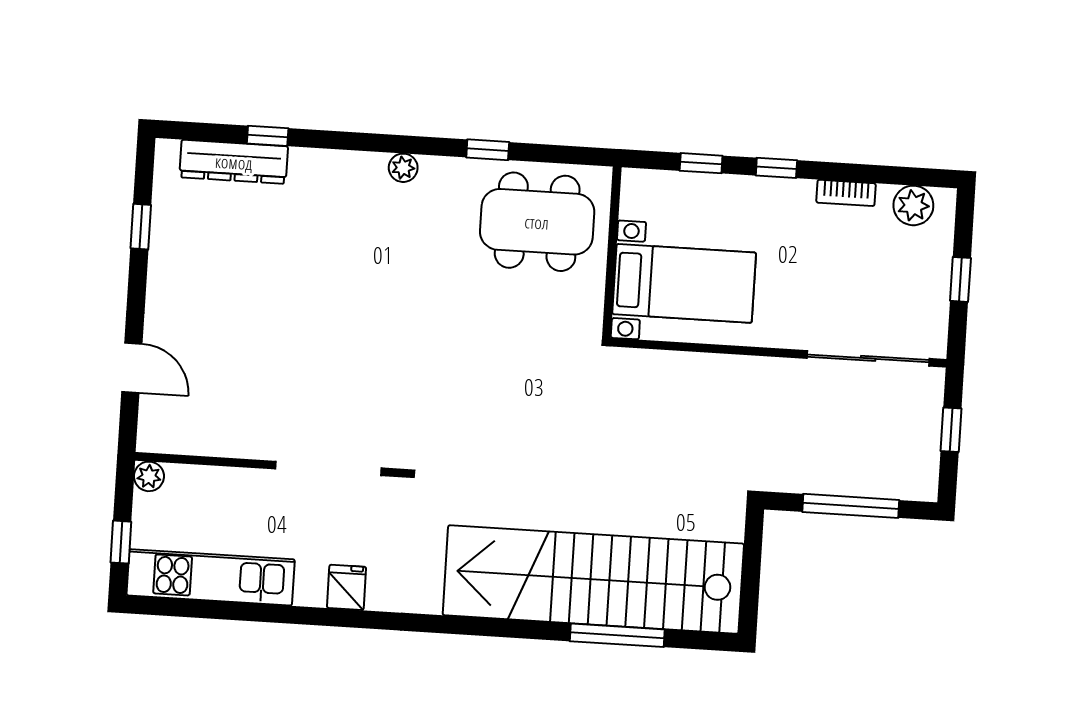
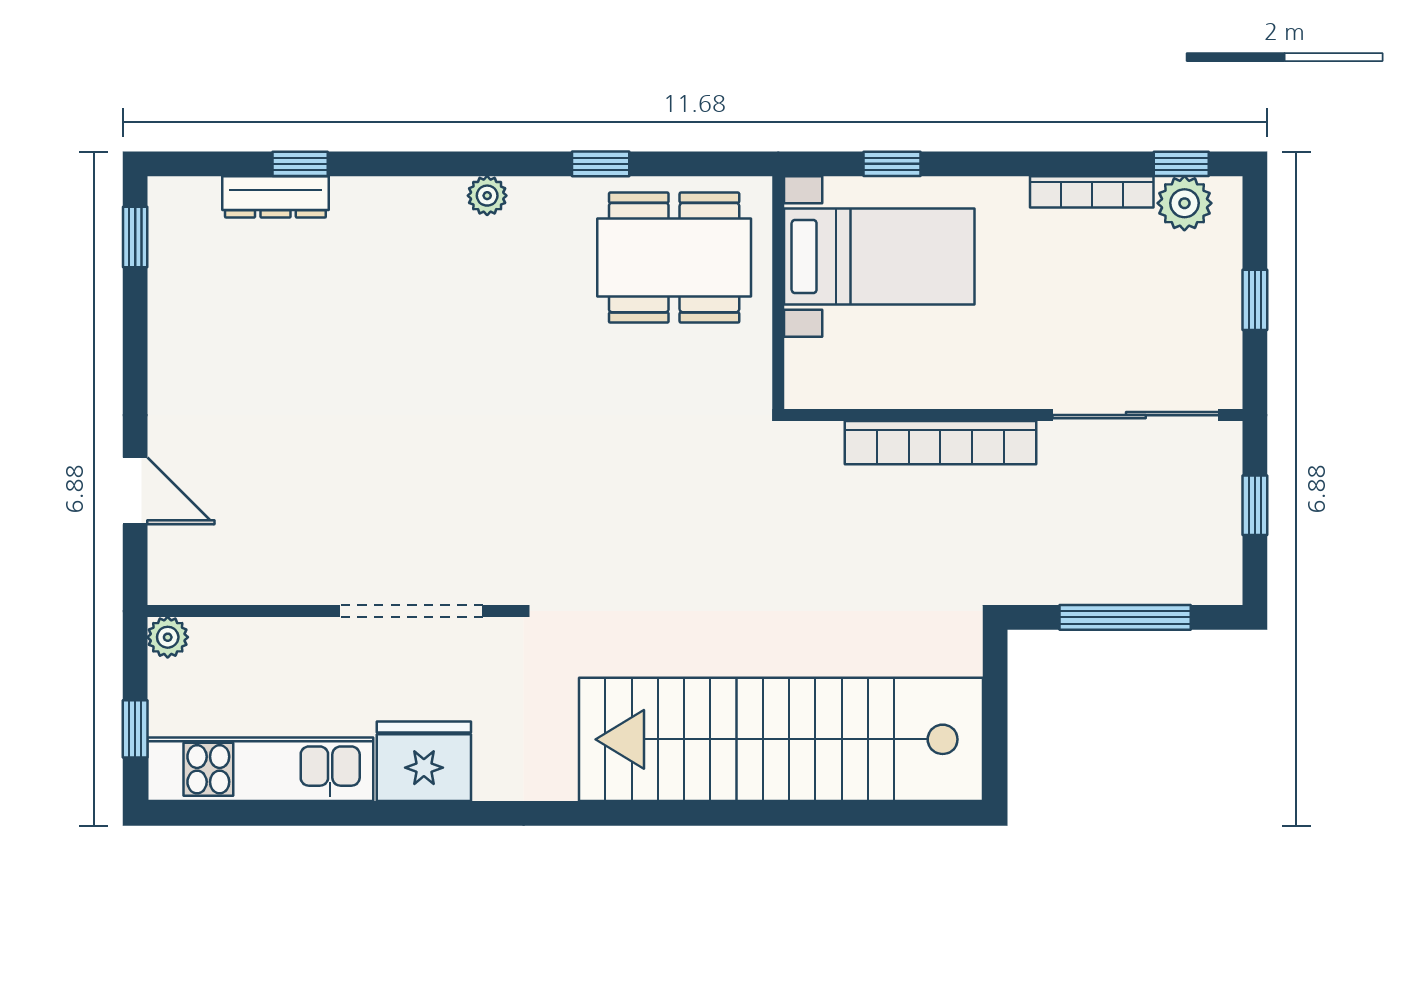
dresser: (234, 162) -> (275, 197), width x0.73, depth x0.80
window: (776, 168) -> (1181, 164), moved
bookcase: (846, 193) -> (1092, 192), width x1.56
window: (141, 227) -> (135, 237), moved
bed with nightstands: (684, 283) -> (879, 257), moved
bookcase: (724, 370) -> (940, 443), added
fridge: (347, 587) -> (424, 761), width x1.88, depth x1.34
window: (617, 635) -> (818, 813), removed

